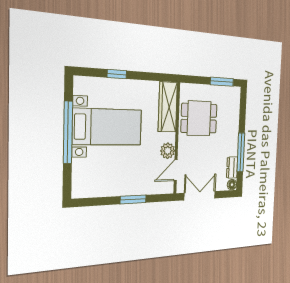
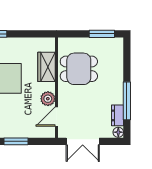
wardrobe: (168, 107) -> (46, 67), width x0.67
double door: (200, 196) -> (83, 141), swing flipped

